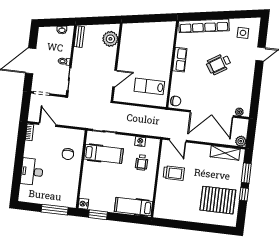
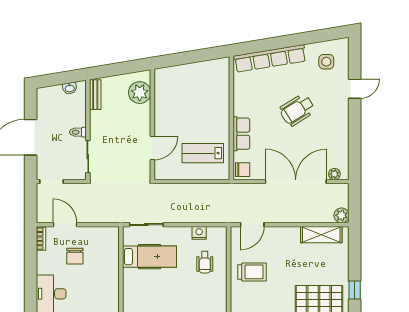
row of seats: (180, 60) -> (241, 134), moved
double door: (212, 114) -> (296, 181), swing flipped
door: (178, 140) -> (252, 225), hinge flipped
chair: (68, 154) -> (75, 256), moved
window: (246, 173) -> (355, 259), removed

